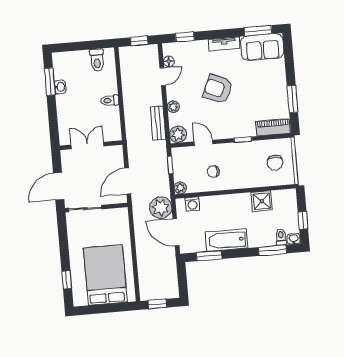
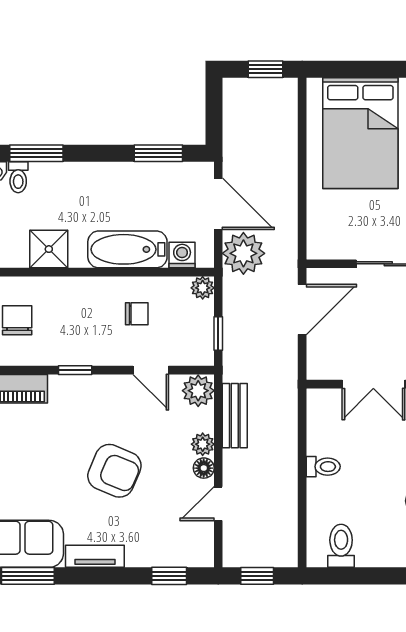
floor lamp: (169, 61) -> (204, 468), moved
bathtub: (227, 240) -> (127, 249), moved, turned 180

